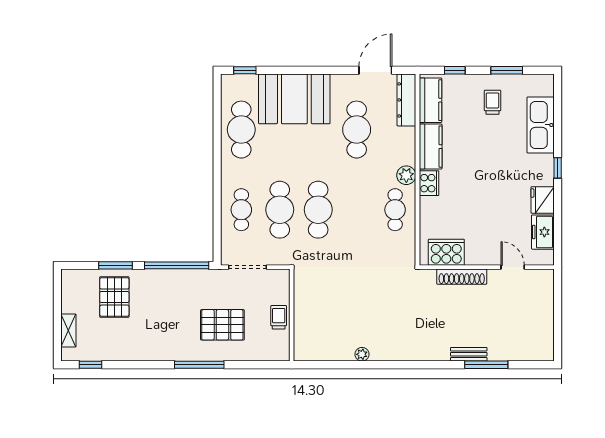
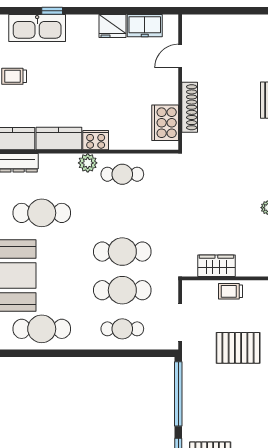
window: (558, 168) -> (52, 11), moved
wardrobe: (304, 303) -> (216, 266), added
pallet: (222, 325) -> (238, 348), turned 90

